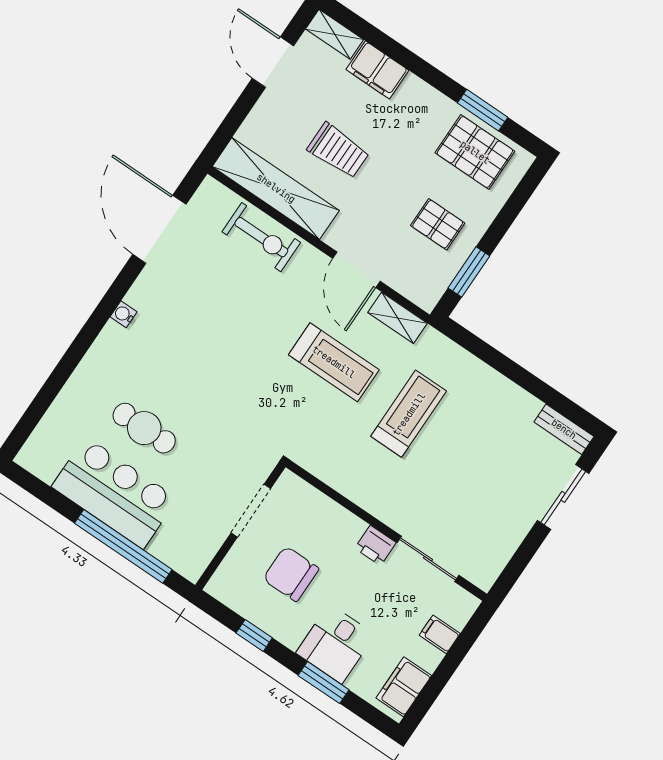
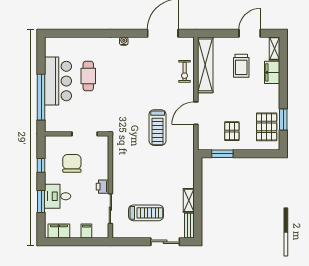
trolley: (338, 151) -> (241, 66), moved
exercise bike: (261, 237) -> (185, 71), width x0.73, depth x0.72
shelving: (398, 318) -> (189, 200), moved
treadmill: (409, 414) -> (146, 213), moved

